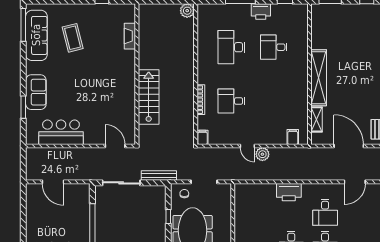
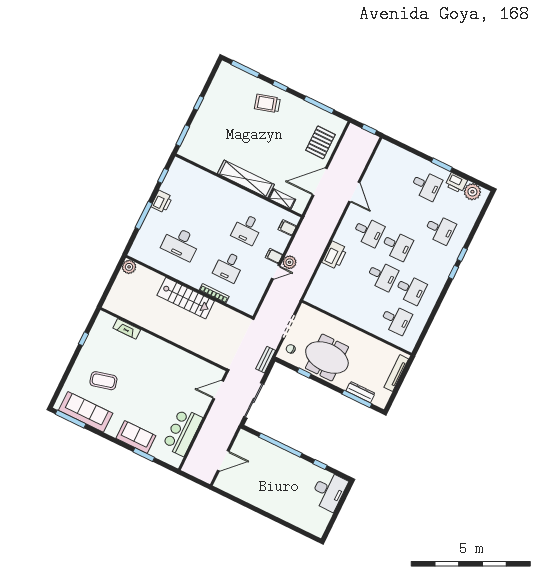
desk: (274, 47) -> (247, 229), moved
stairs: (149, 97) -> (186, 298), moved, turned 180
filing cabinet: (202, 137) -> (274, 256), moved
bench: (159, 176) -> (266, 360), width x0.73

